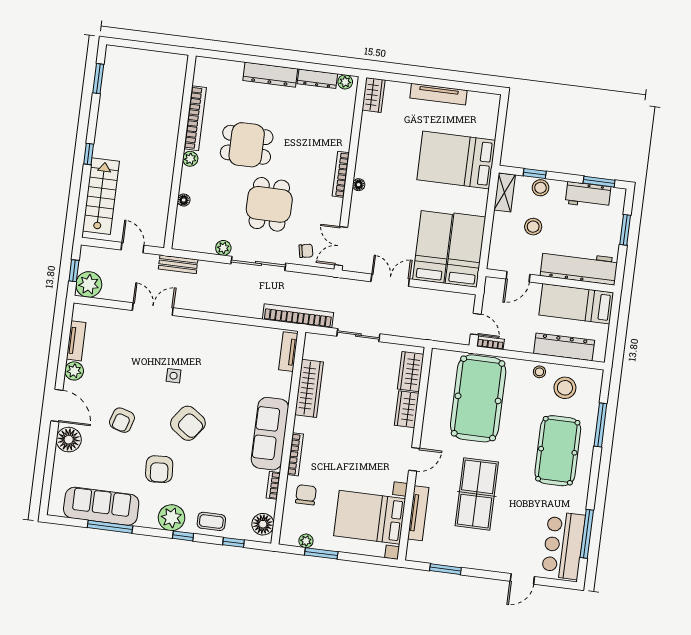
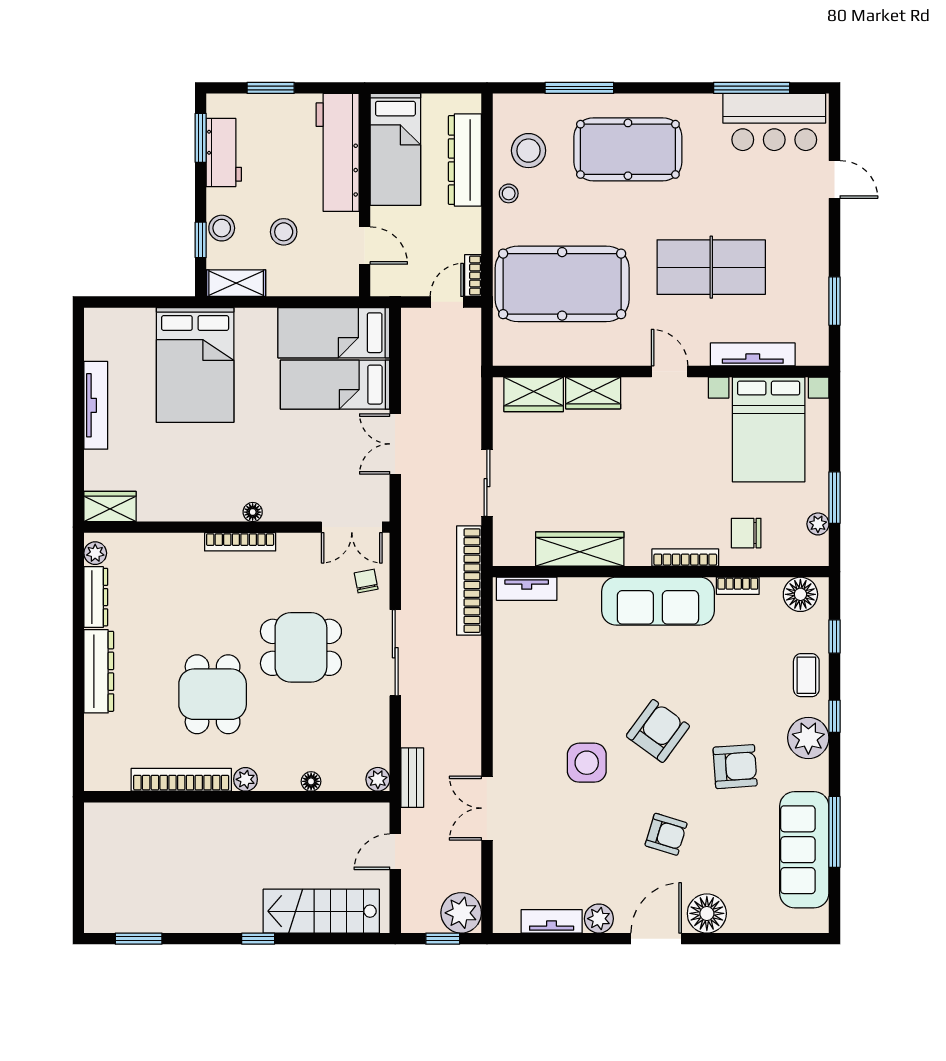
plant: (223, 248) -> (378, 779), moved
side table: (174, 376) -> (587, 763), width x1.87, depth x1.87

